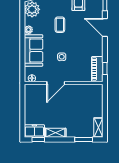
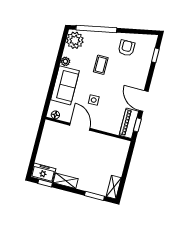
door: (105, 27) -> (144, 101), moved
door: (56, 83) -> (80, 127), swing flipped

